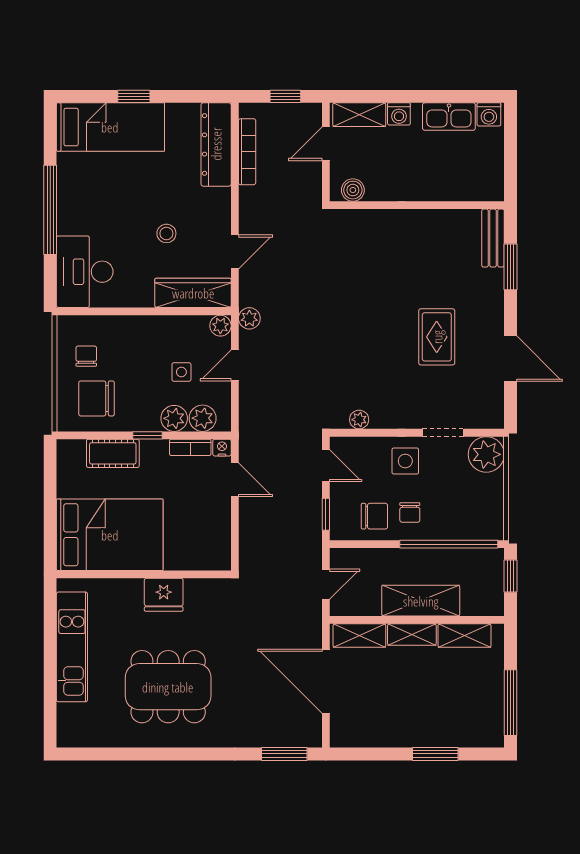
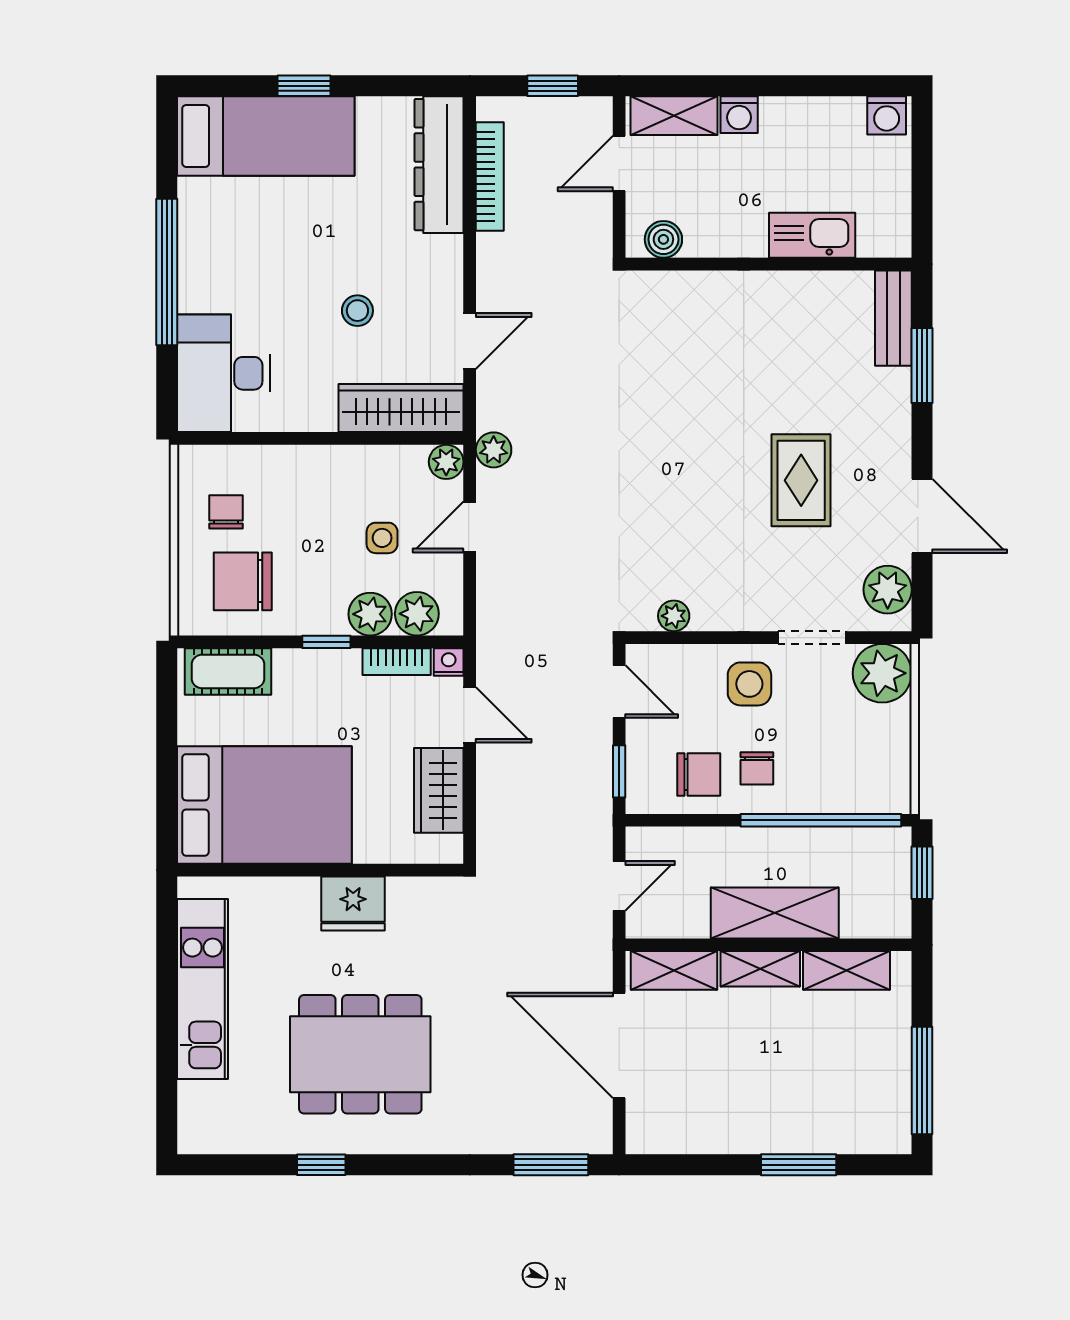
kitchen sink: (449, 117) -> (812, 235), moved, turned 180
plant: (490, 403) -> (888, 590), added
cot: (113, 453) -> (228, 671), moved
wardrobe: (216, 526) -> (439, 790), added
window: (144, 754) -> (321, 1165), added

